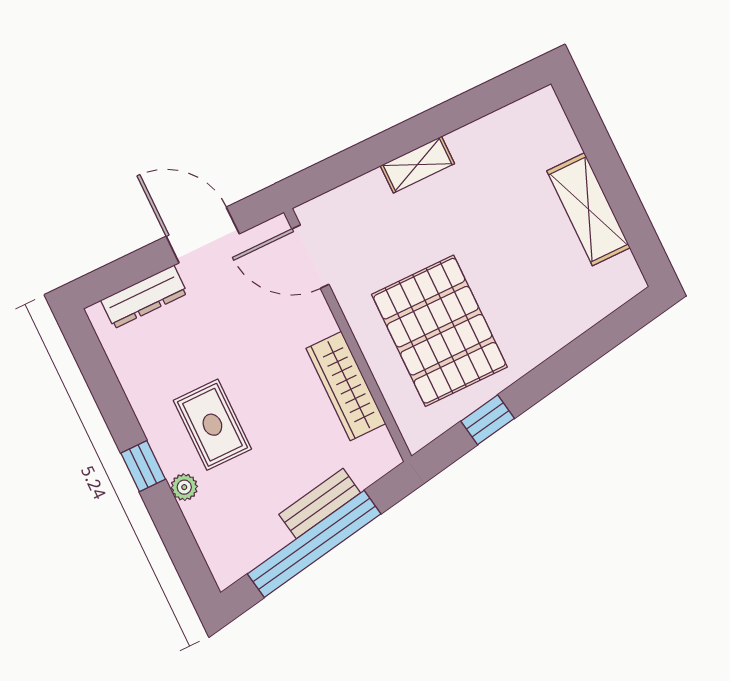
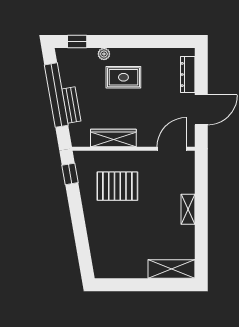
shelving: (589, 209) -> (171, 269), moved
pallet: (439, 331) -> (117, 186), width x0.73, depth x0.71
window: (488, 420) -> (70, 174), moved
window: (143, 466) -> (77, 42), moved

